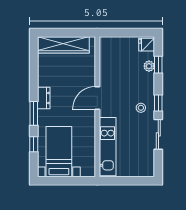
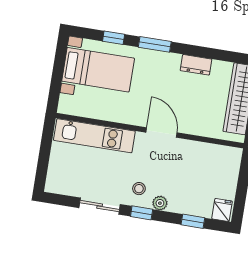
plant: (149, 66) -> (160, 203), moved
dresser: (44, 98) -> (196, 65), moved

